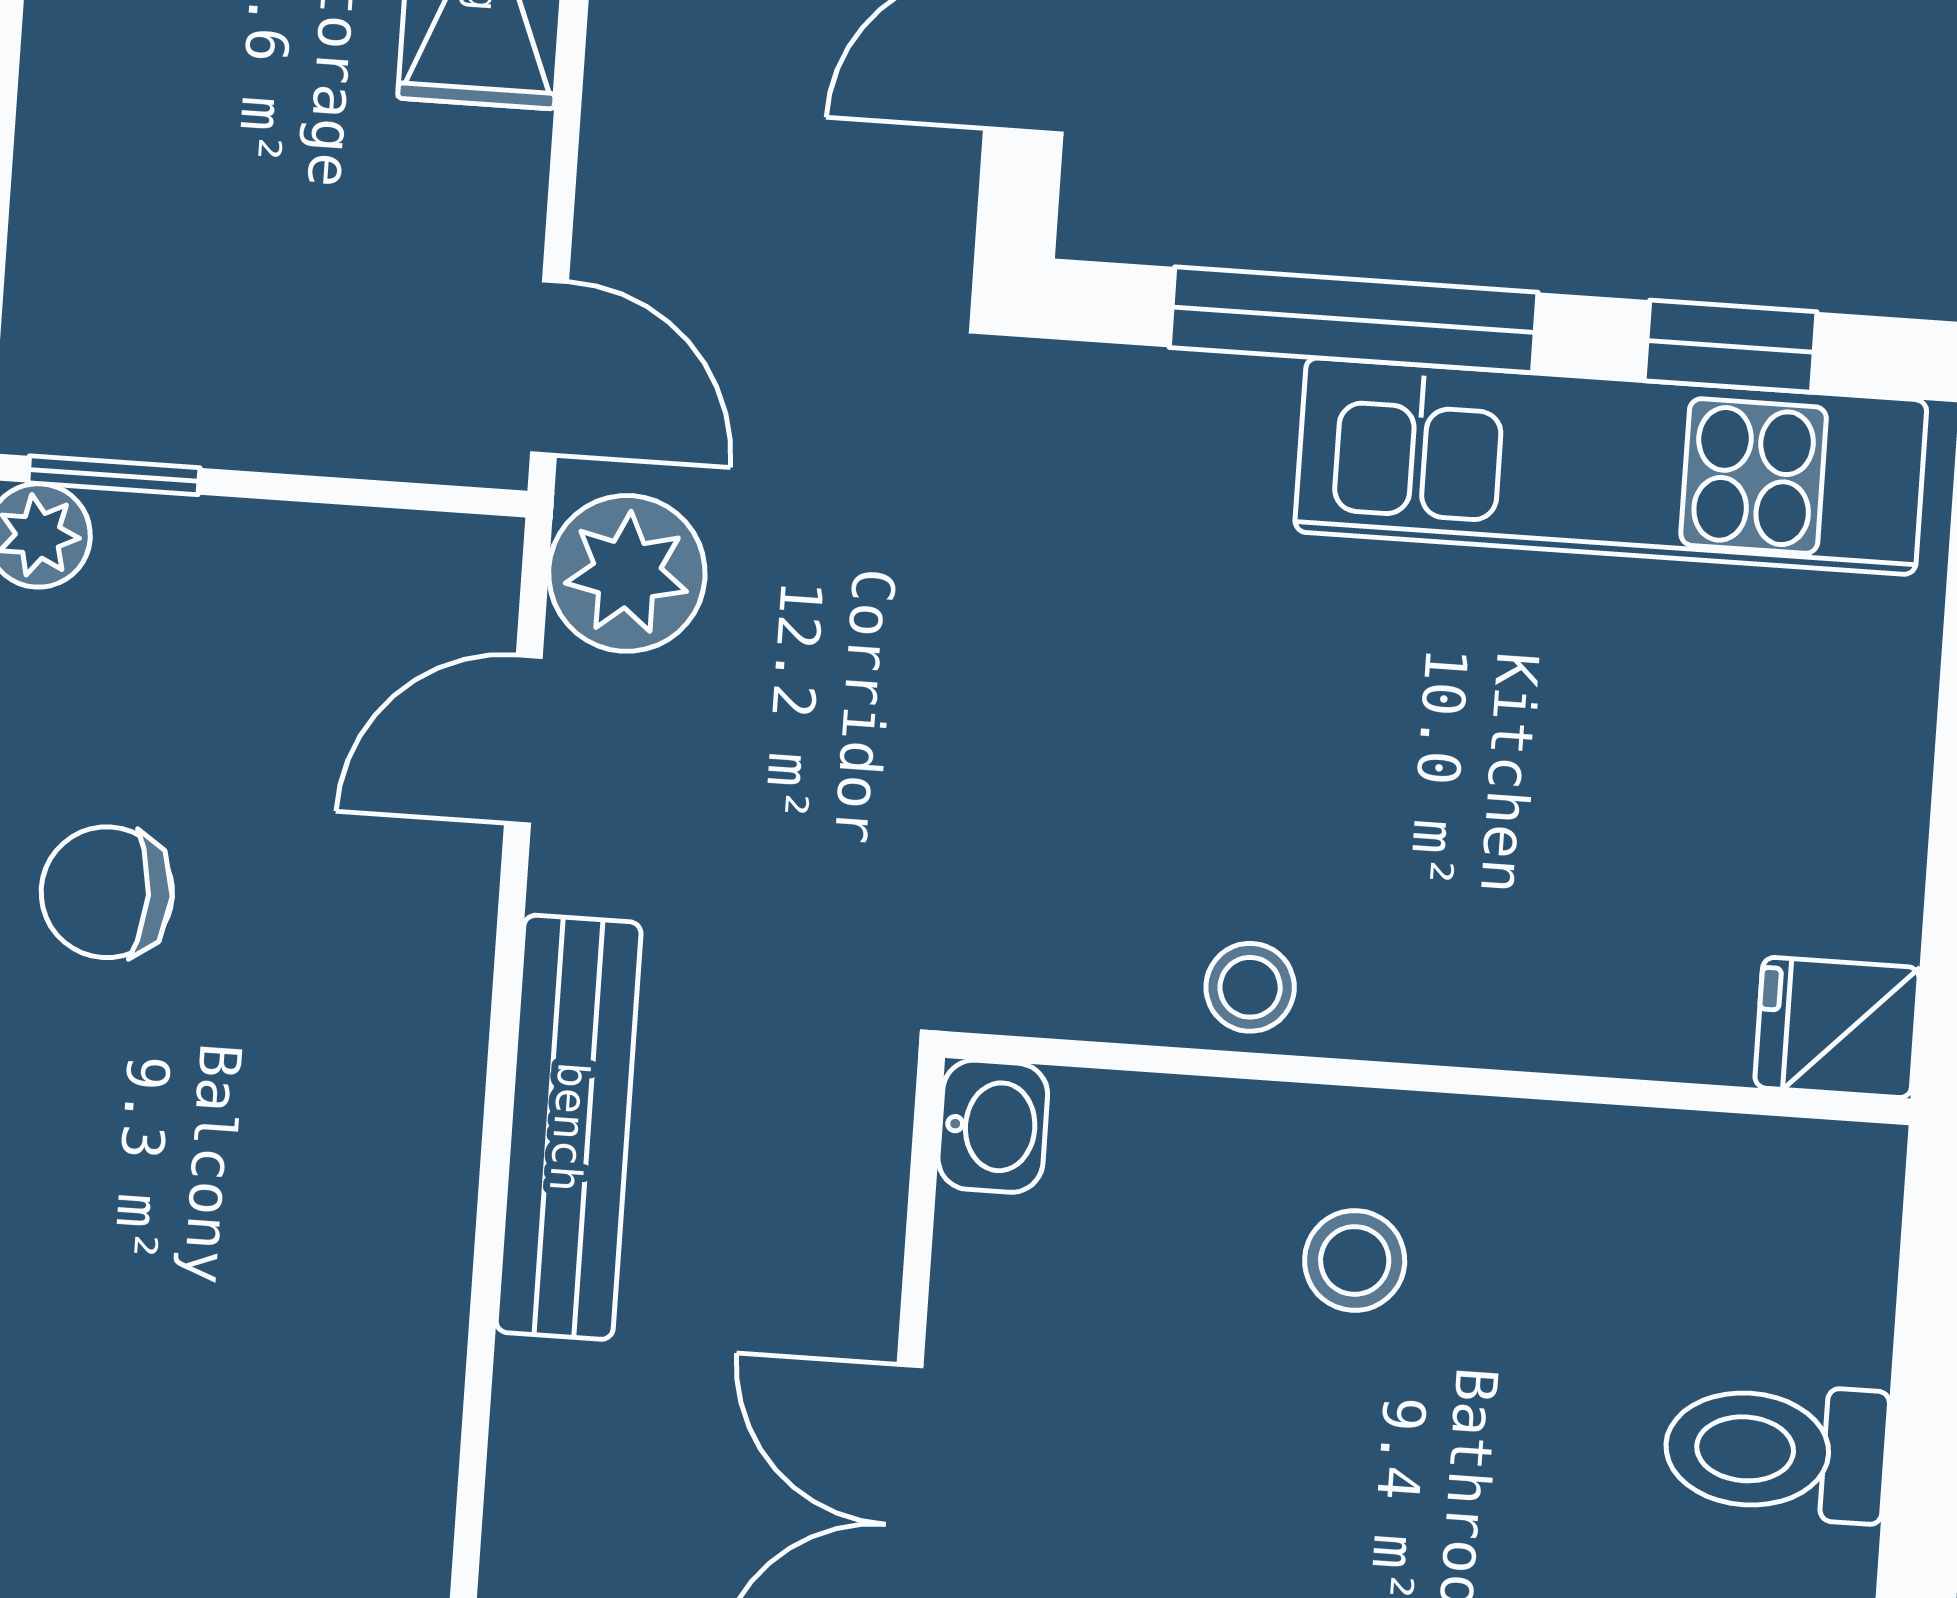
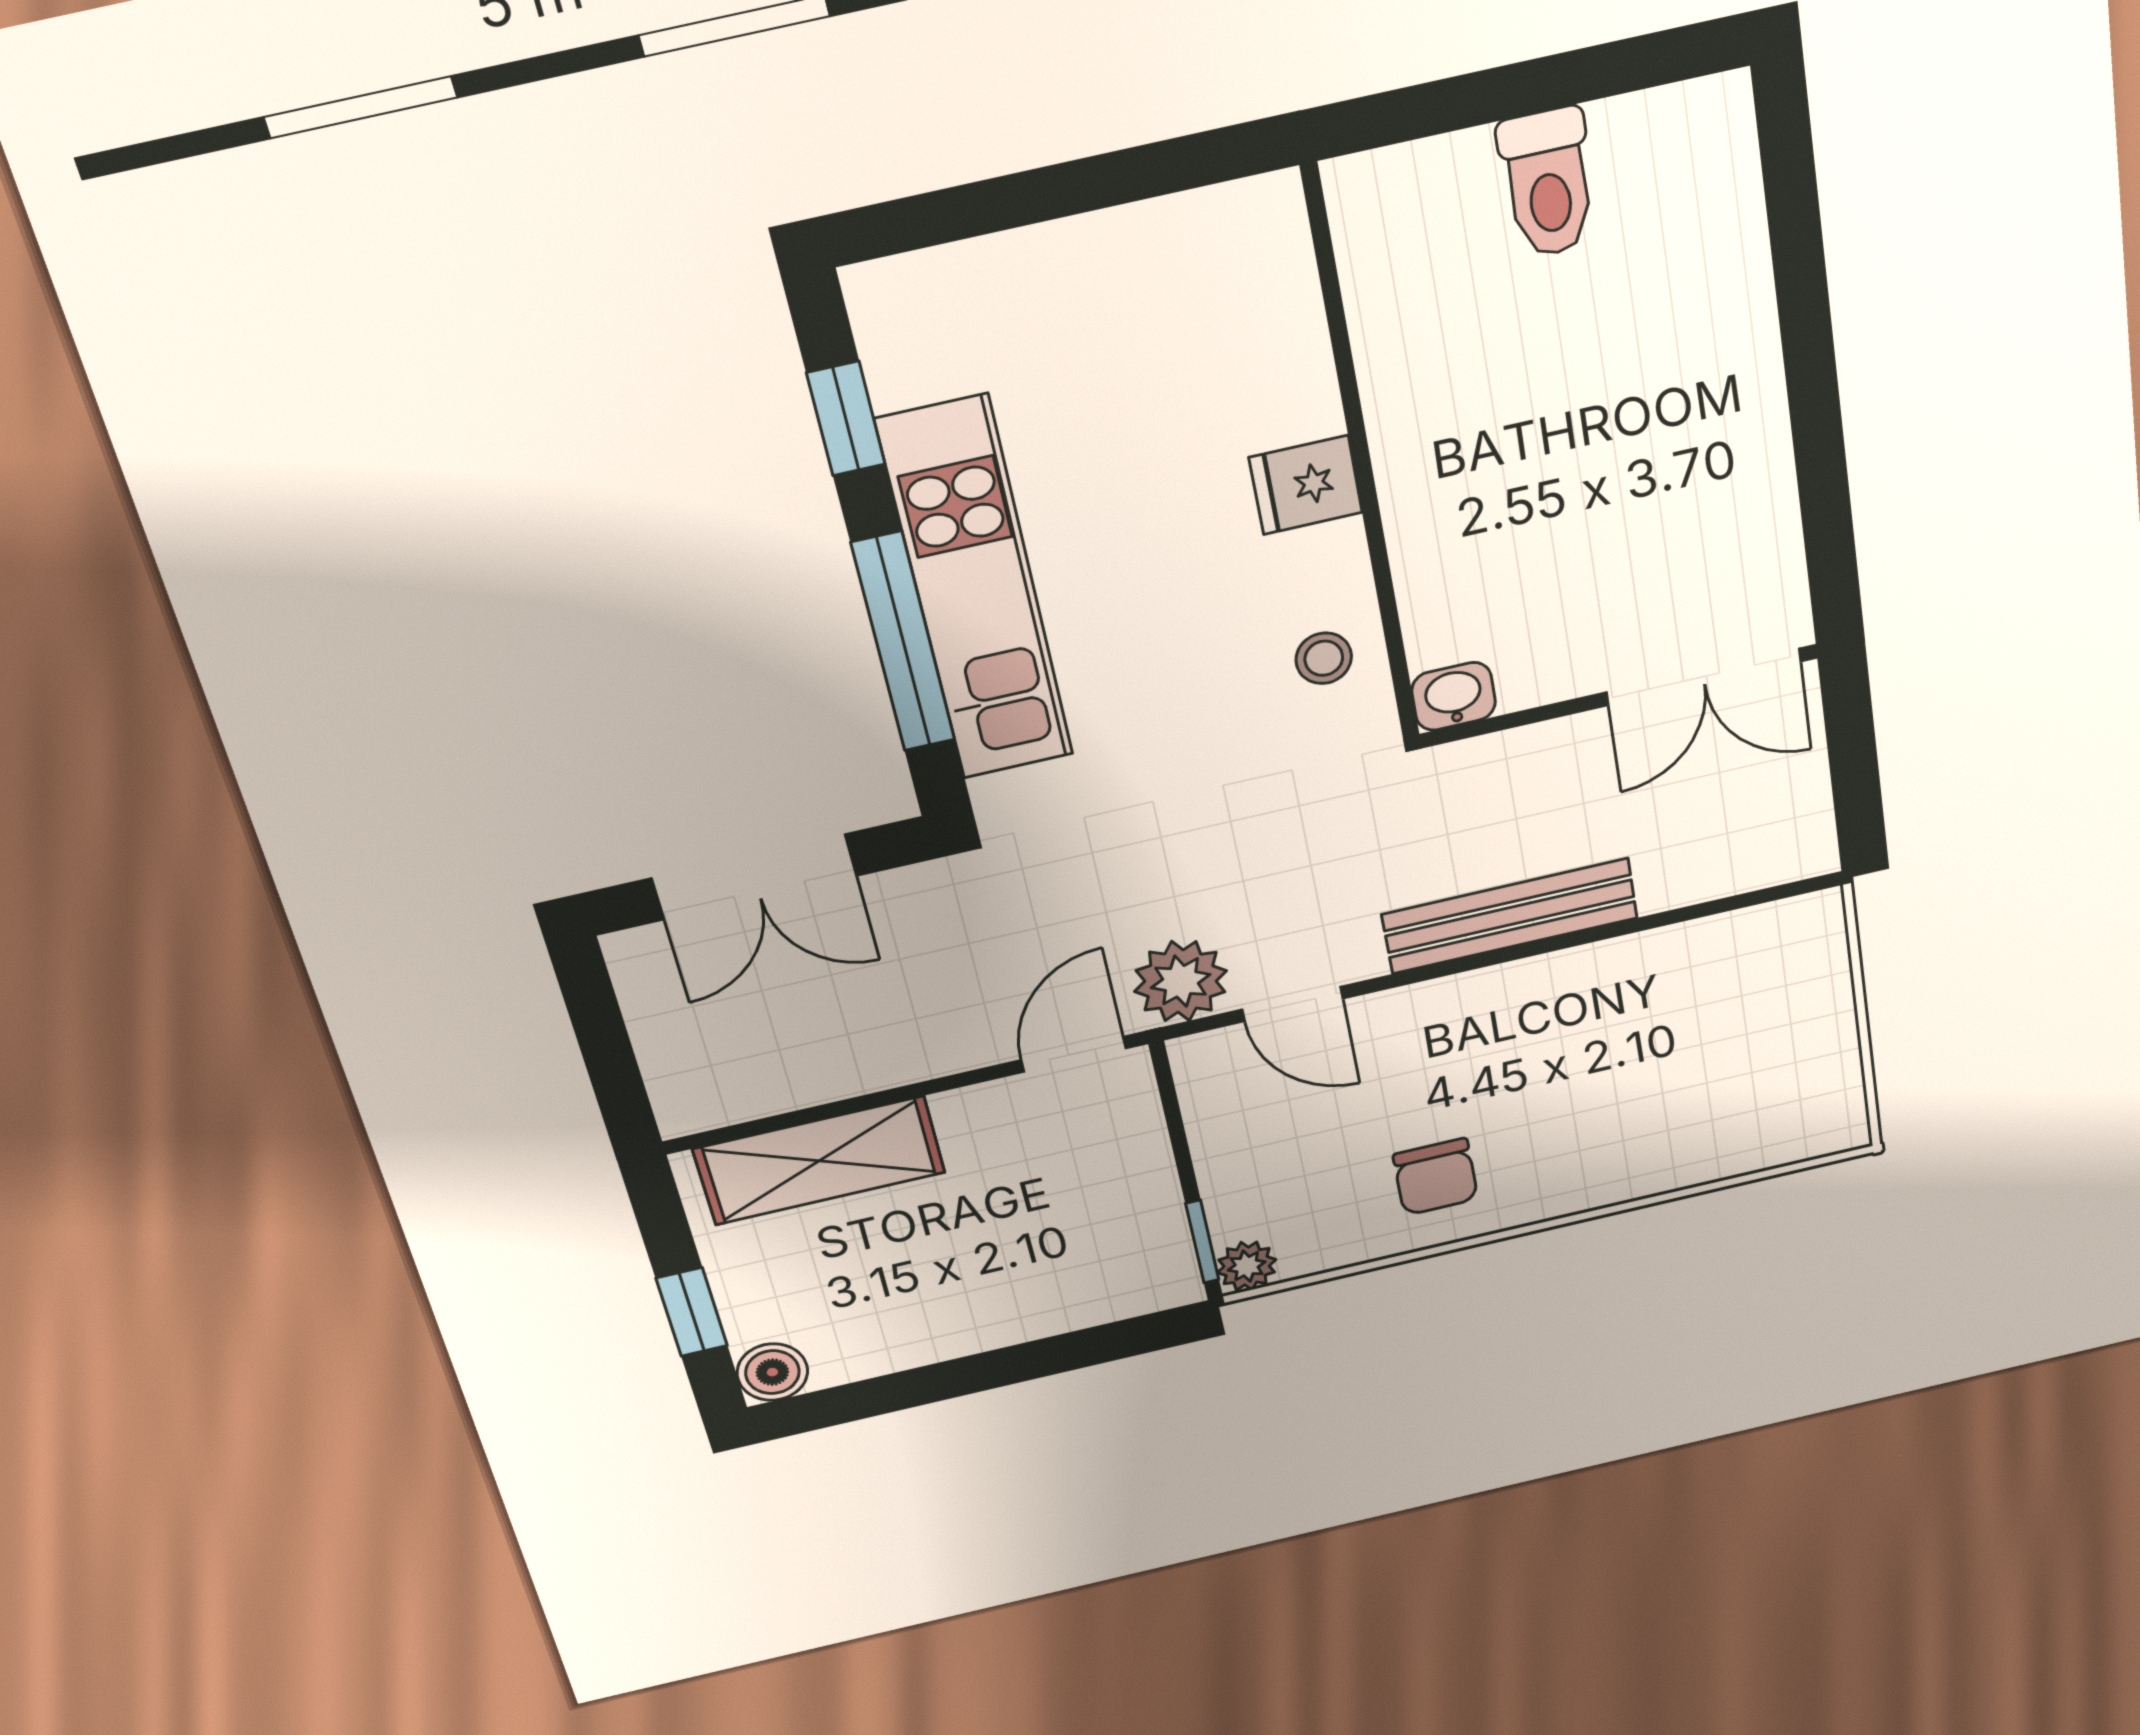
kitchen unit: (1611, 466) -> (976, 591), moved
stool: (1250, 987) -> (1324, 658), moved
fridge: (1837, 1028) -> (1306, 485), moved, turned 90
stool: (1355, 1260) -> (1486, 471), removed

